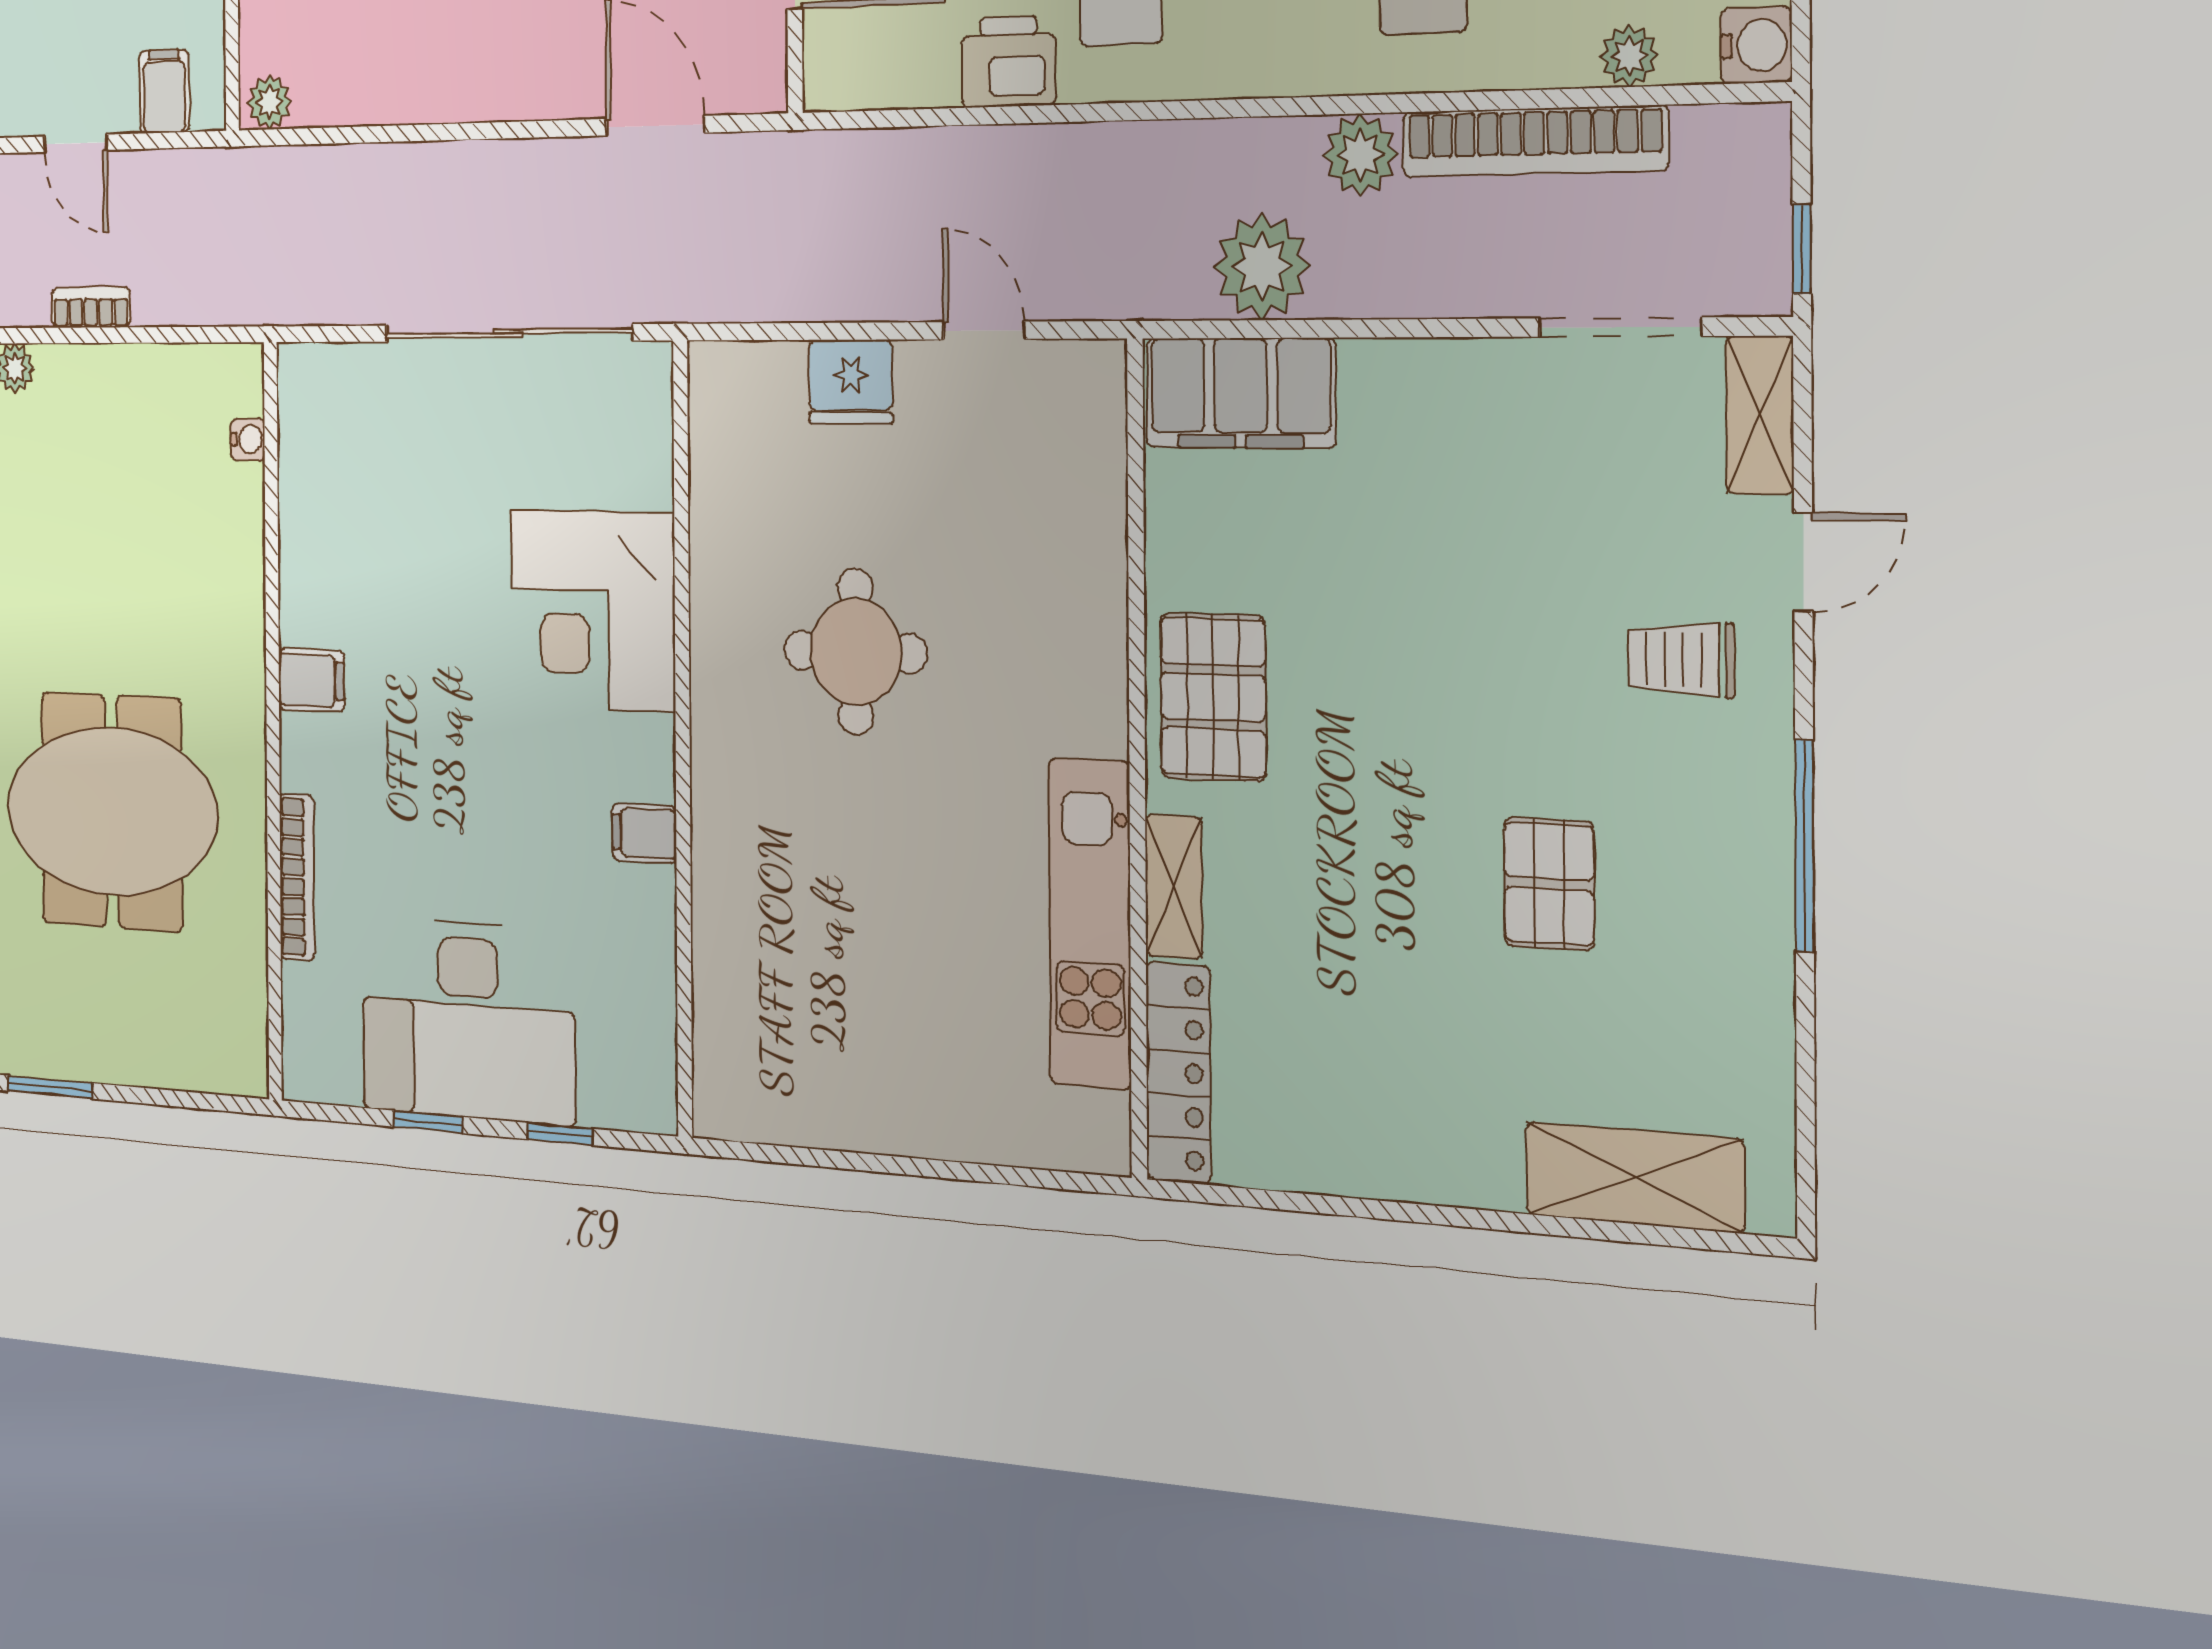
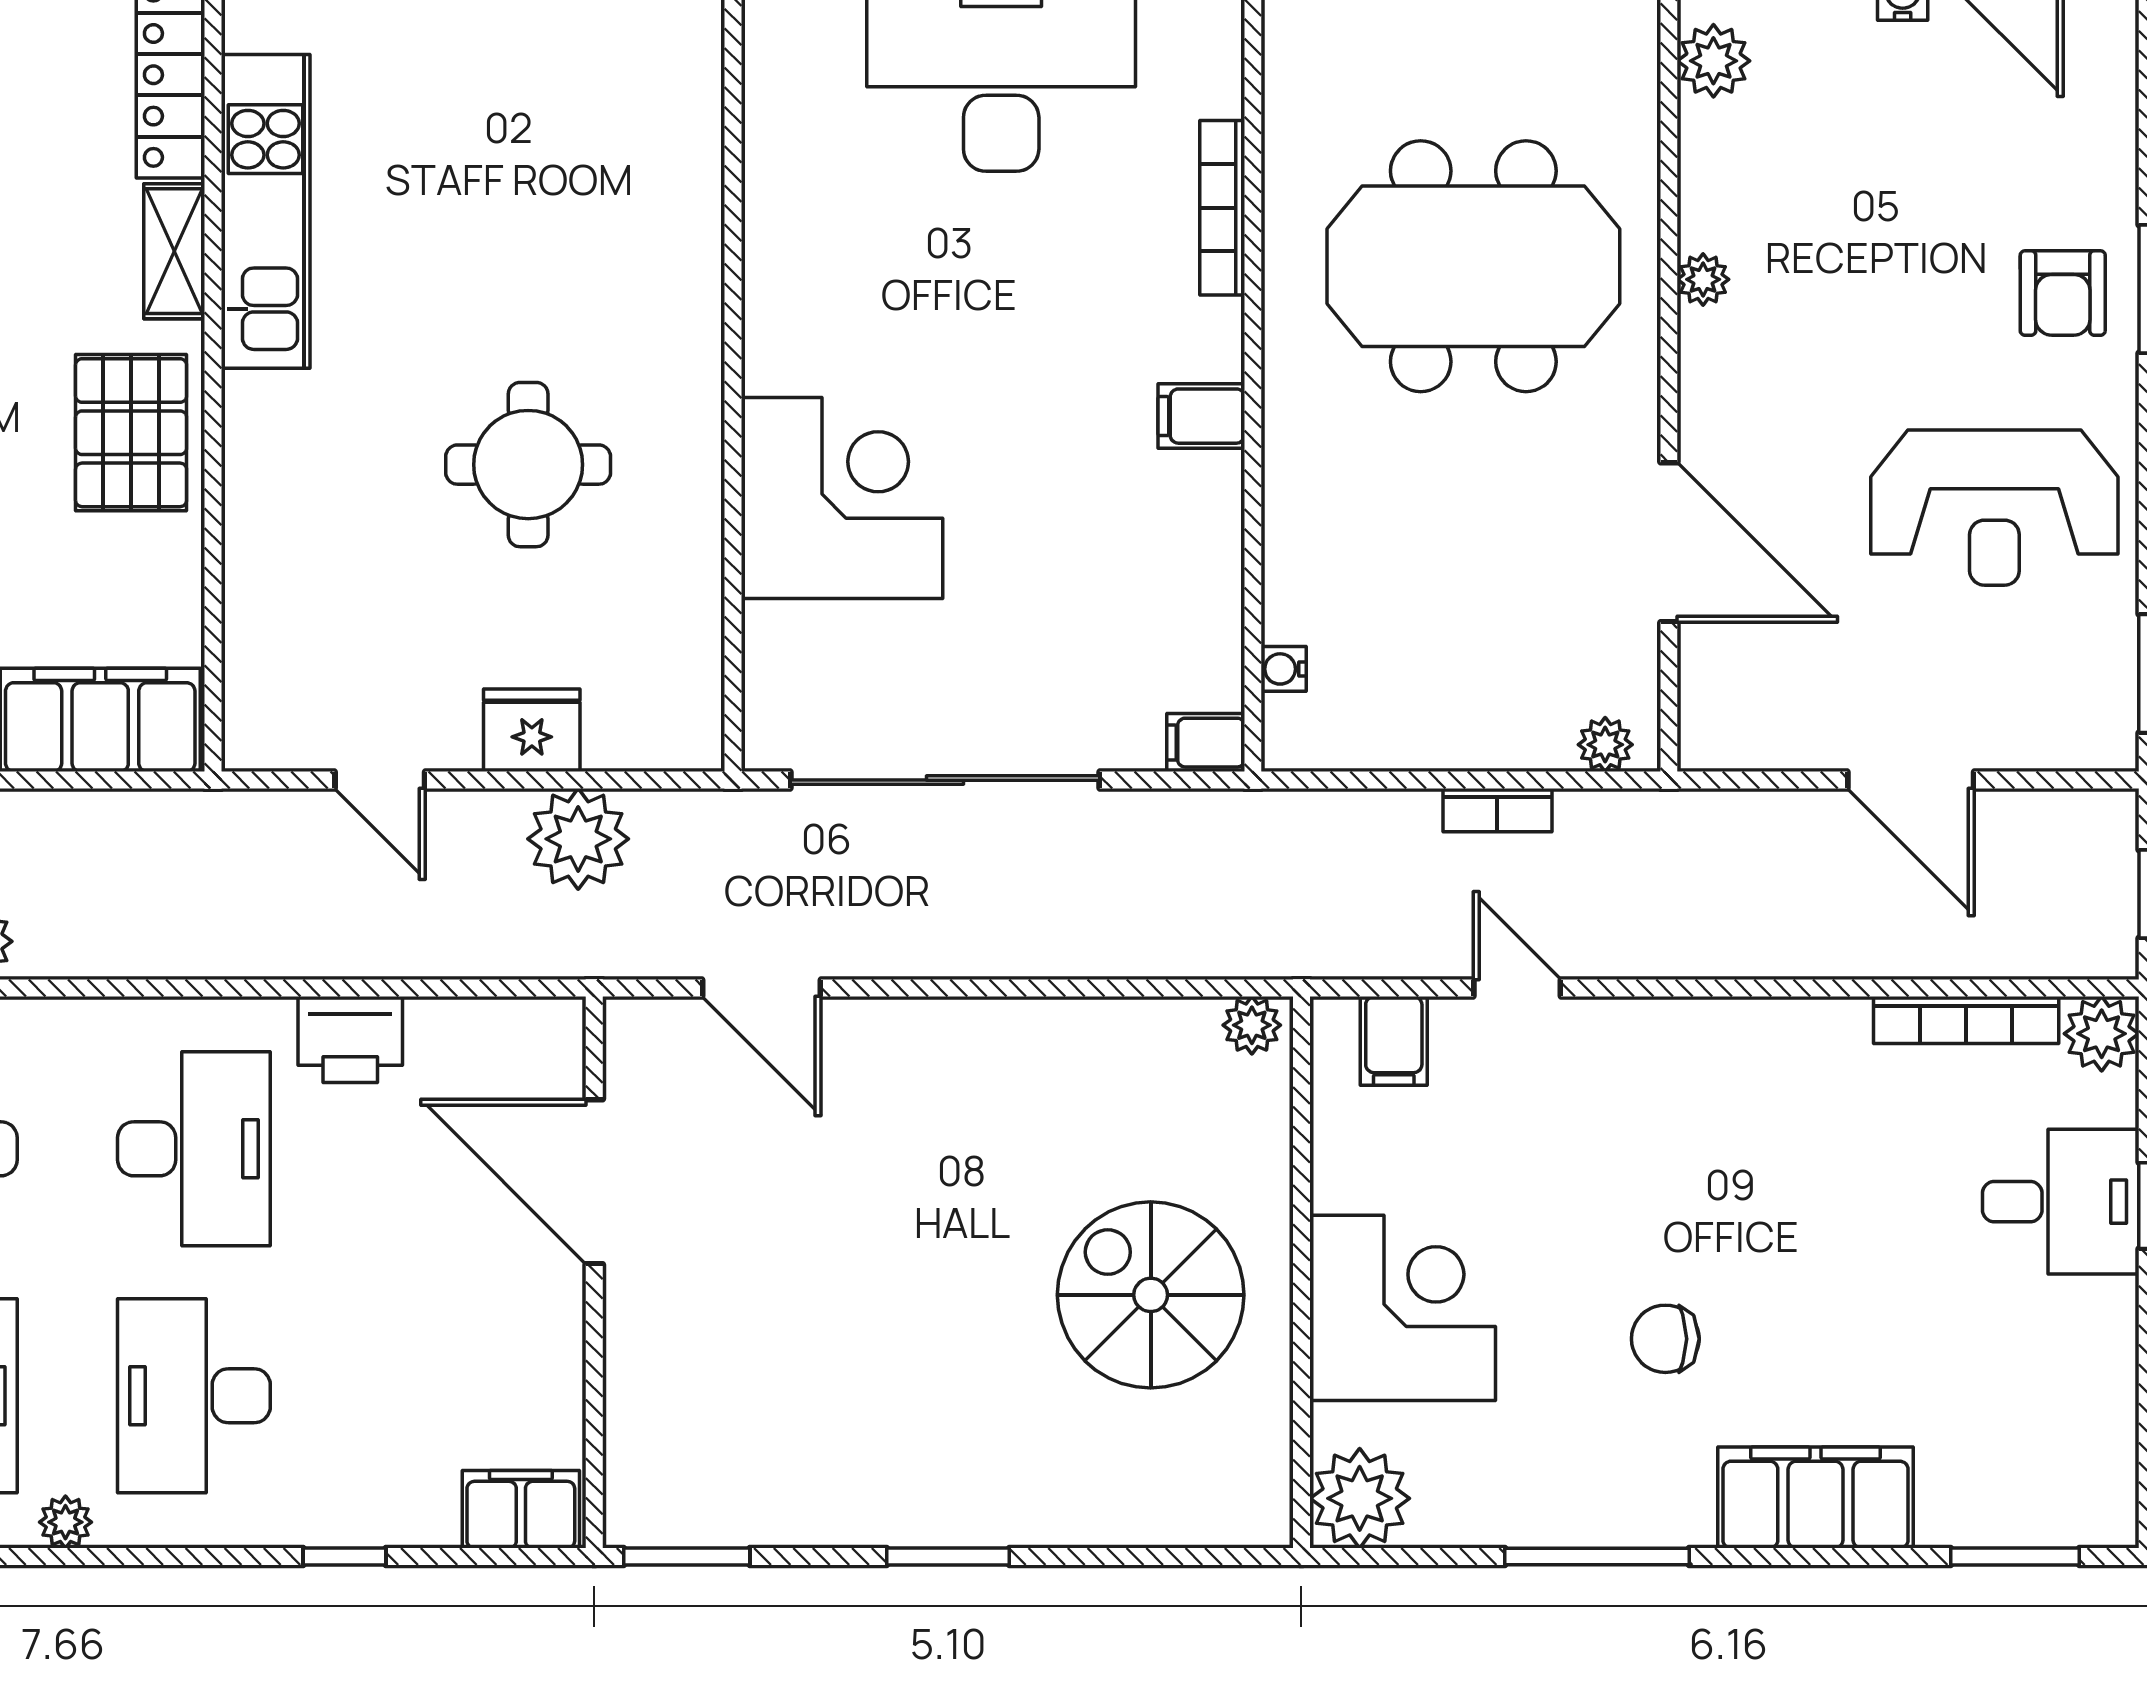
plant: (1262, 266) -> (578, 839), moved
filing cabinet: (644, 833) -> (1206, 743), moved, turned 180

